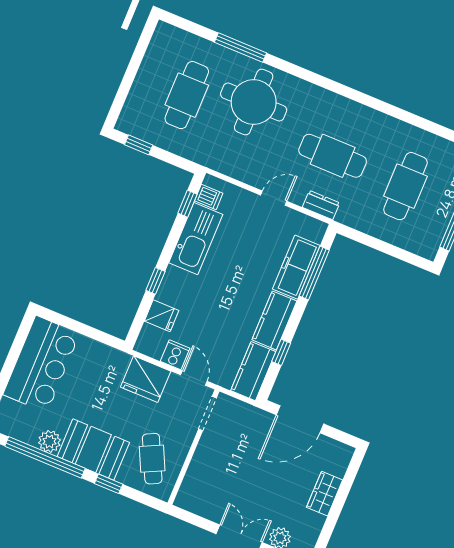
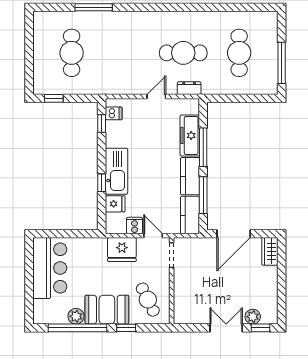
round table: (254, 102) -> (117, 39), removed
kitchen sink: (196, 239) -> (116, 171), moved
window: (314, 273) -> (203, 147), moved
window: (281, 352) -> (203, 195), width x2.17
wardrobe: (325, 494) -> (270, 251), moved

